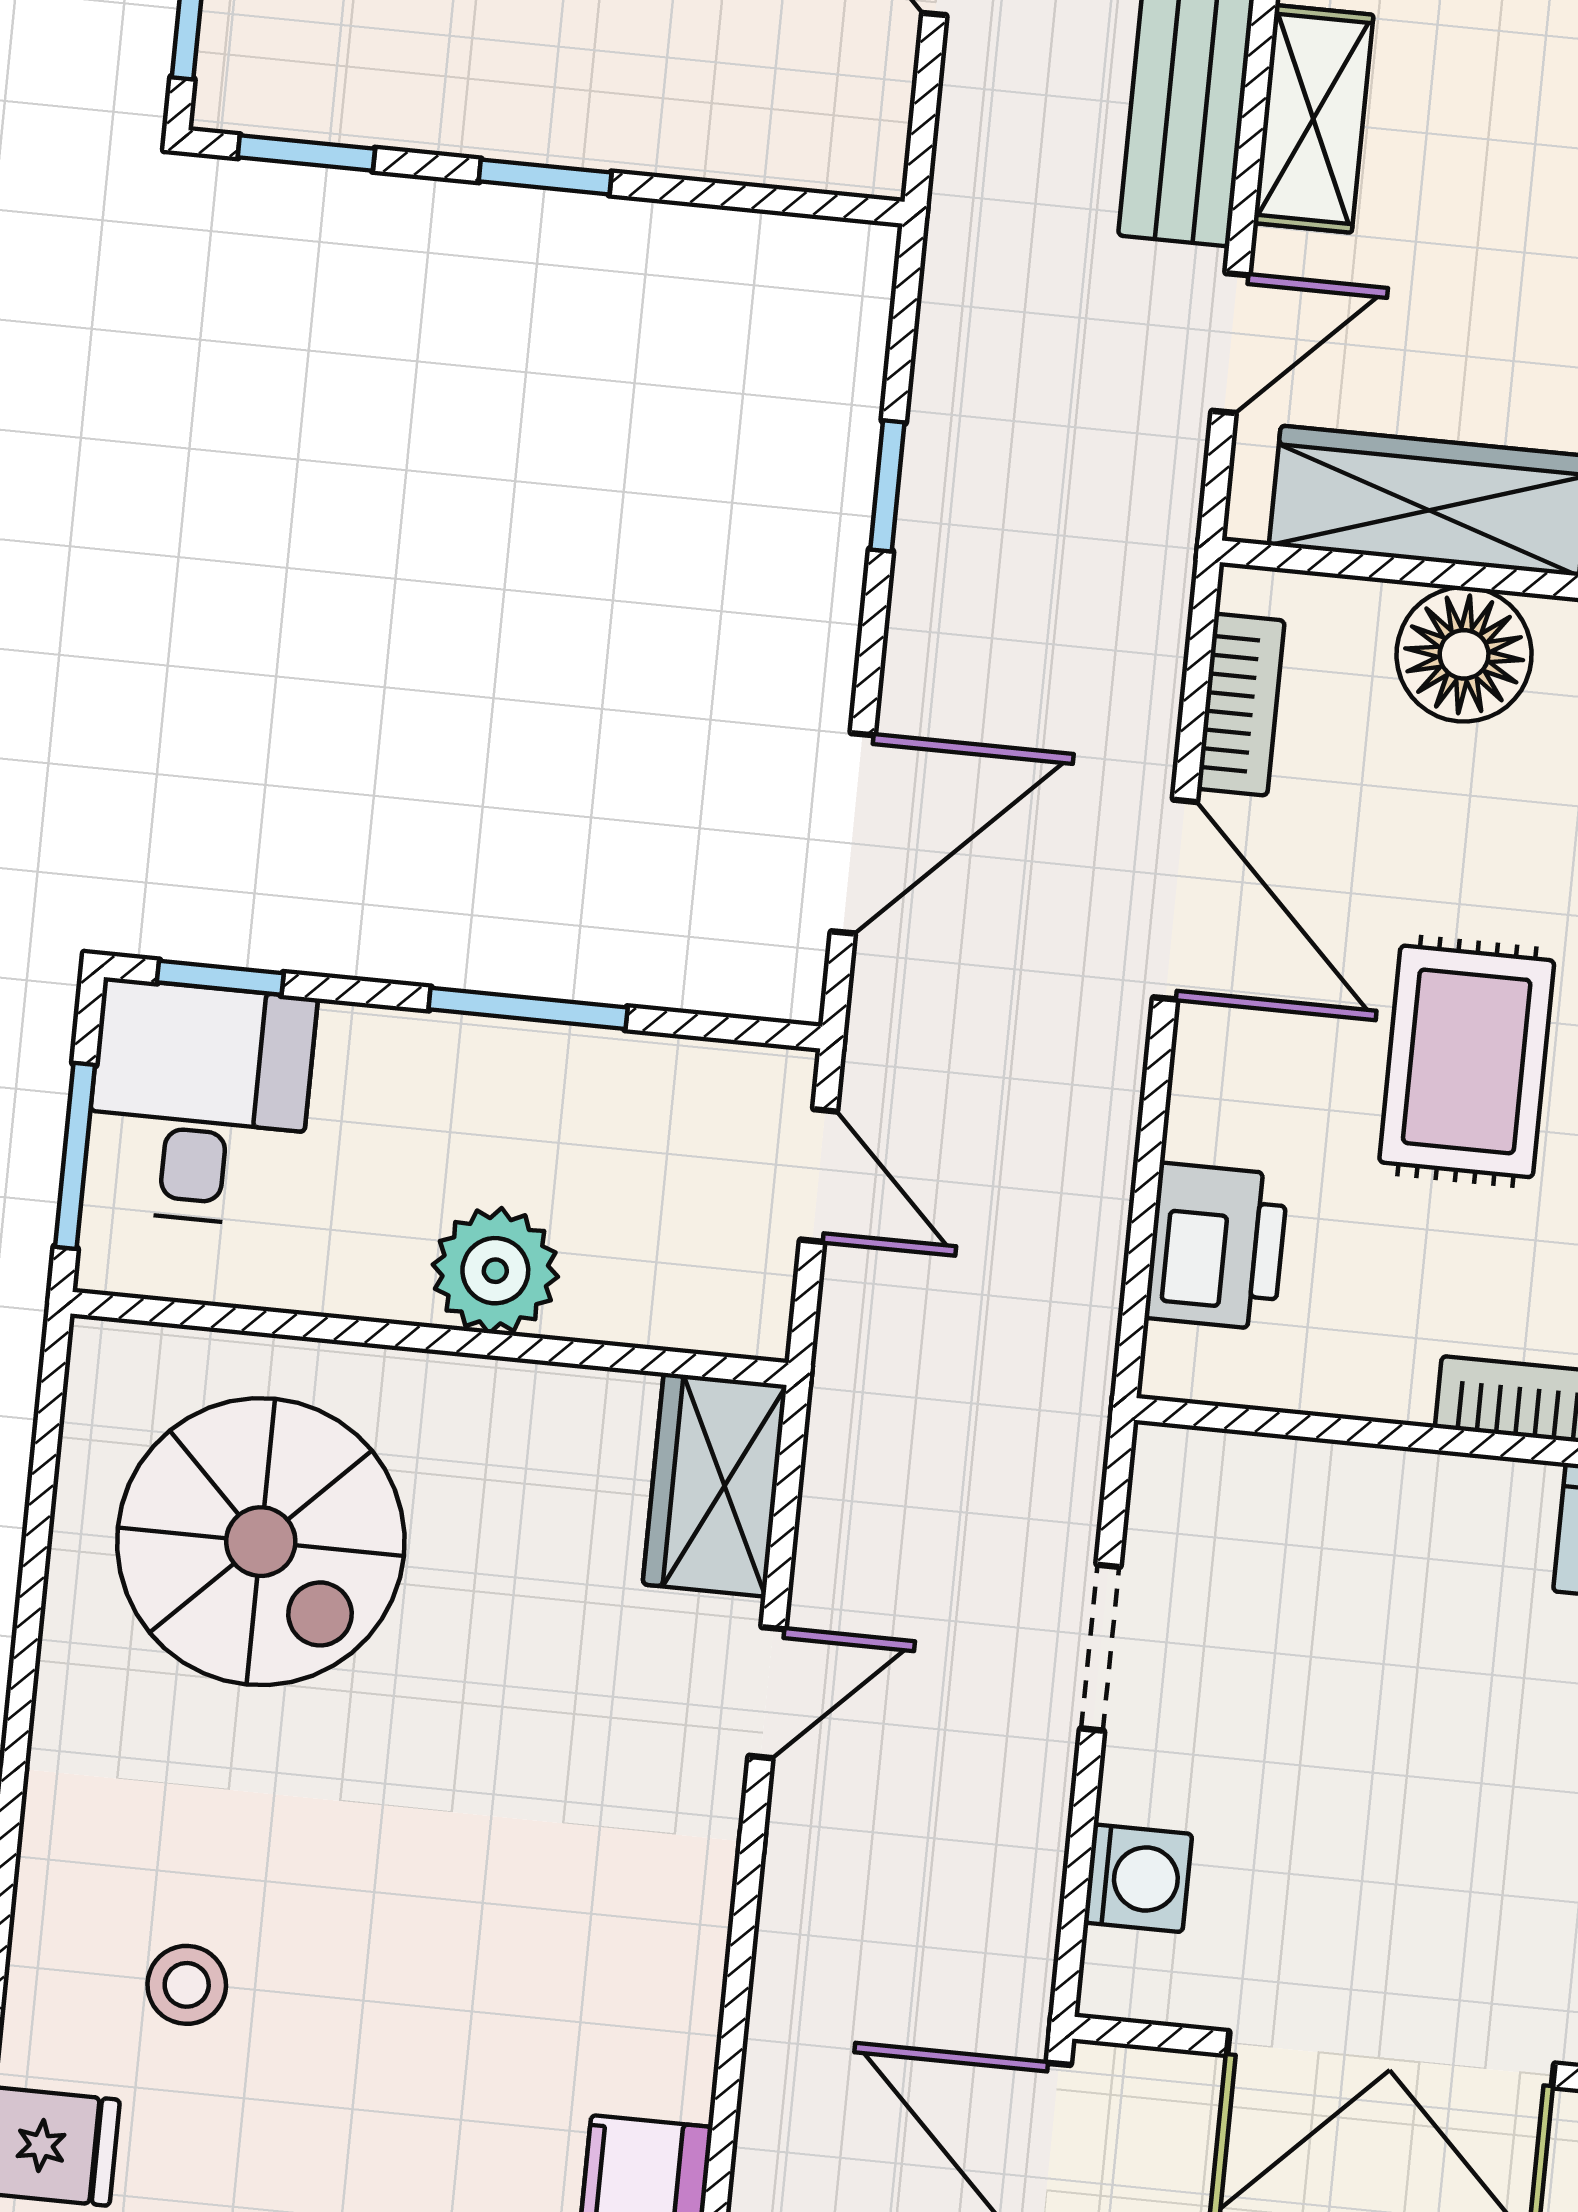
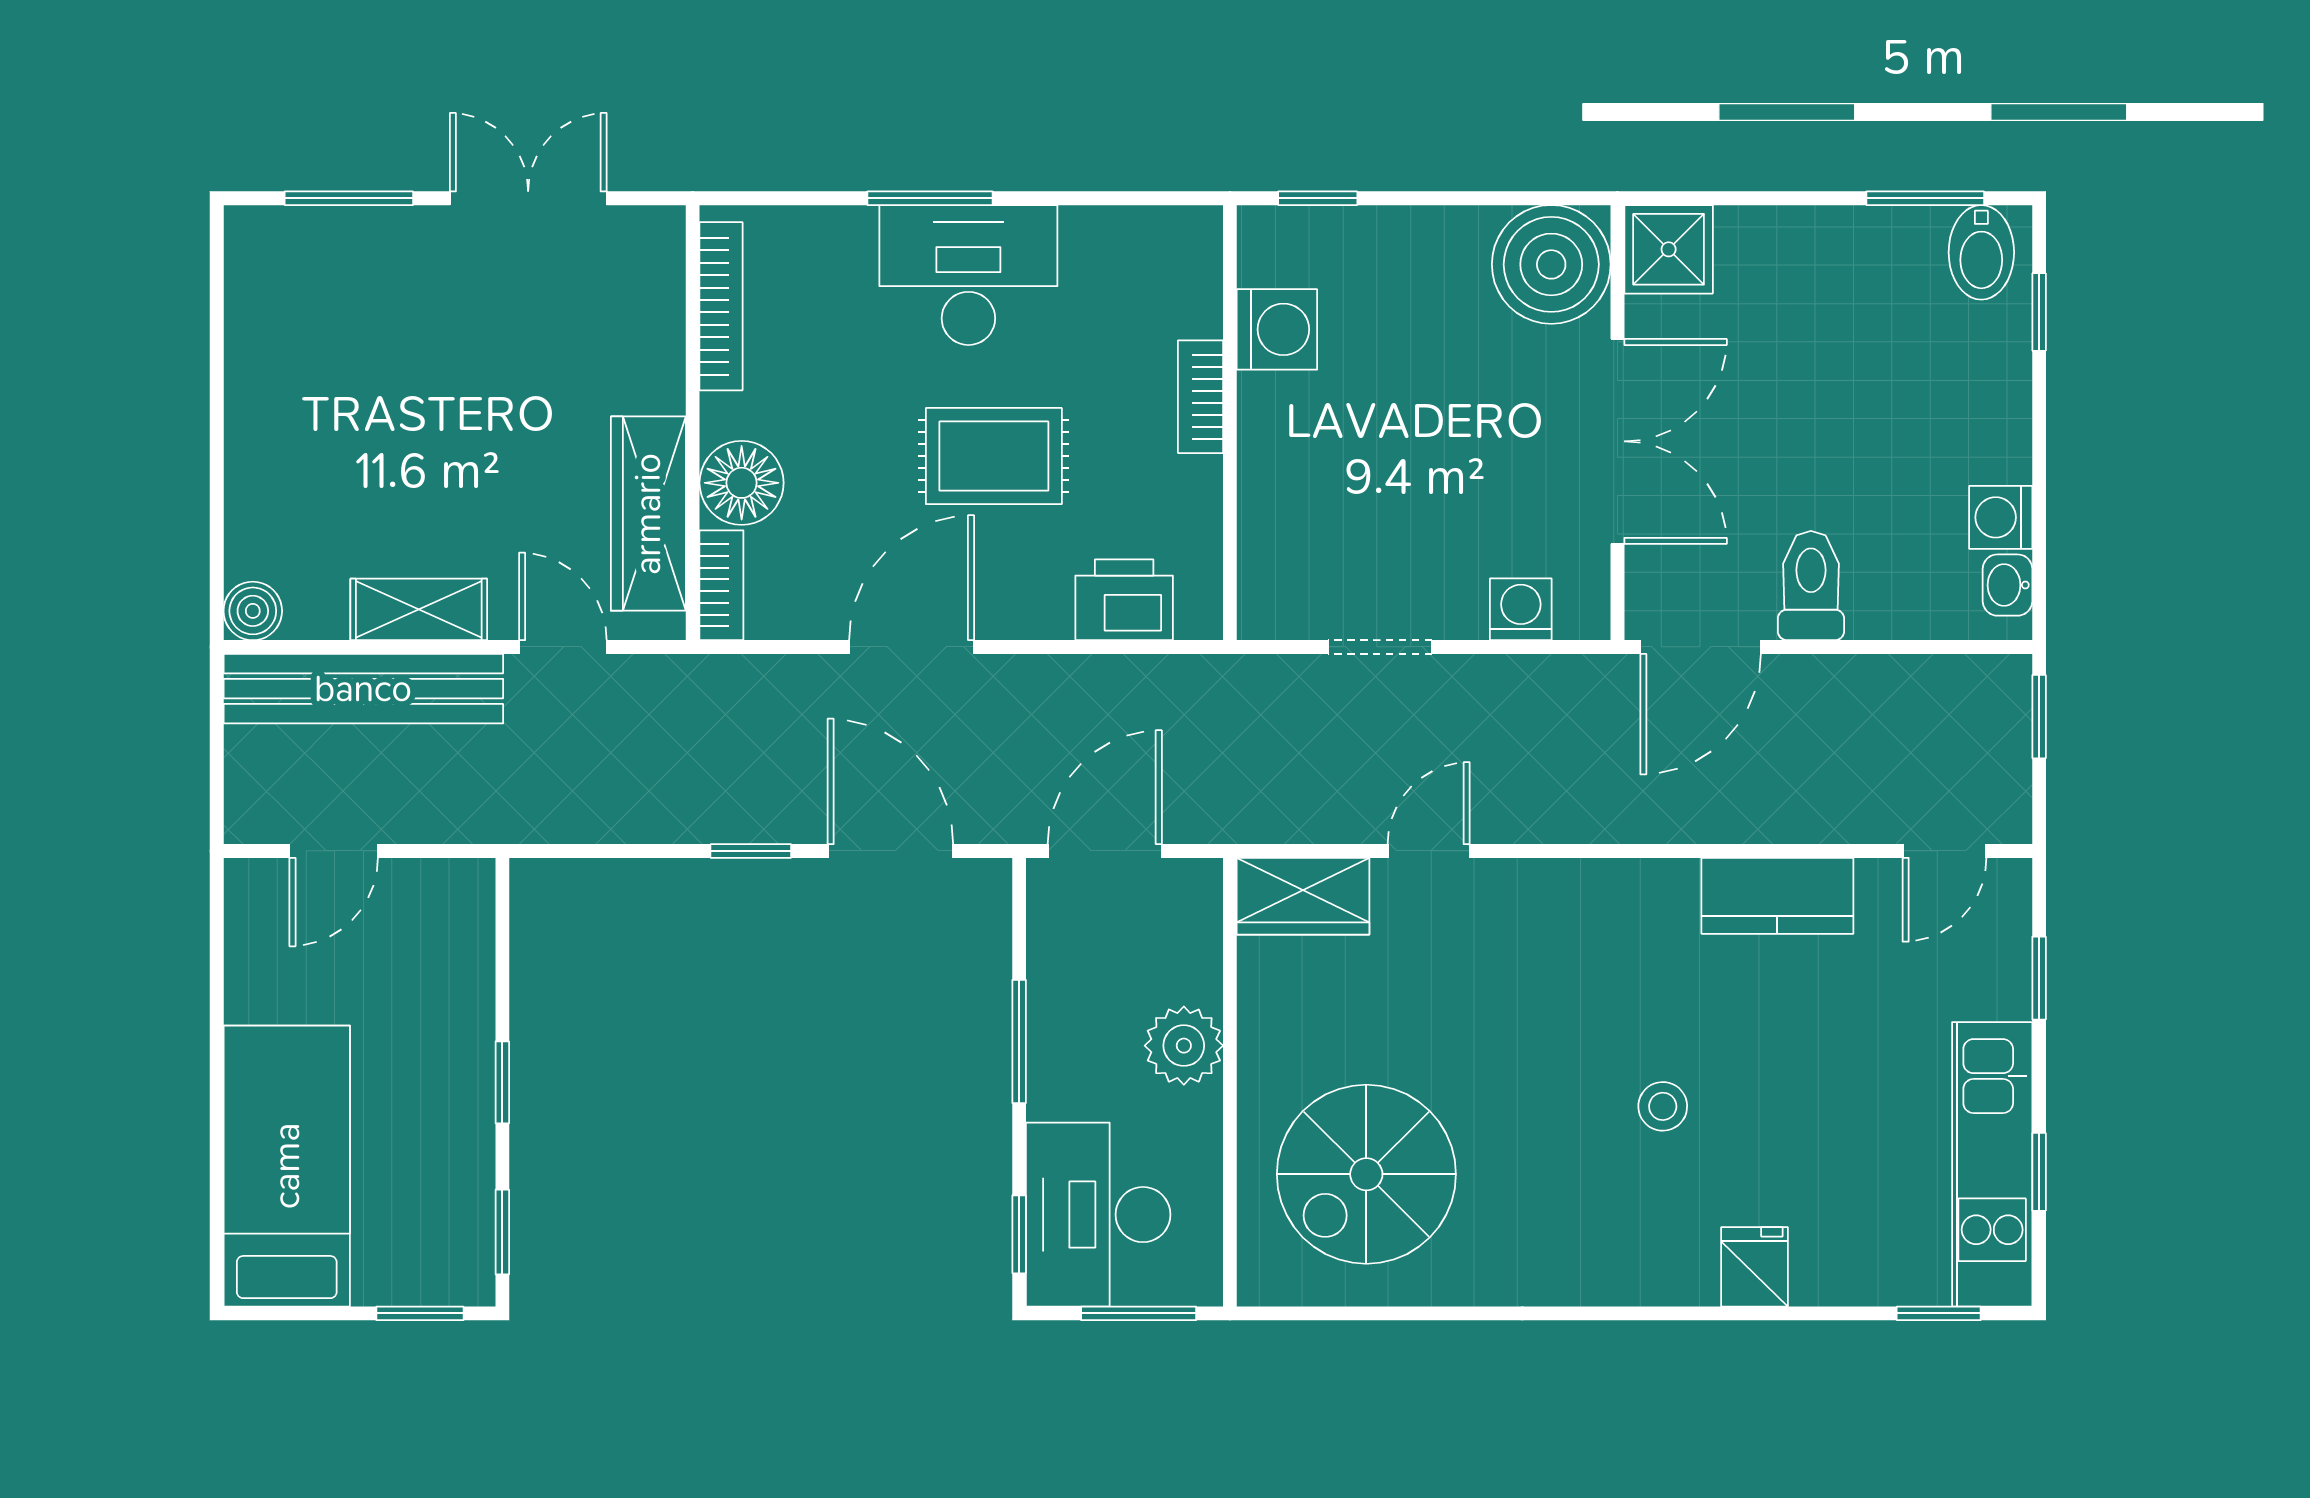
window: (887, 486) -> (751, 851), moved
bookcase: (1241, 705) -> (721, 585), moved, turned 90
desk: (199, 1103) -> (1098, 1215), width x1.37
door: (819, 1175) -> (1105, 851), width x1.38
spiral stairs: (261, 1542) -> (1366, 1174), turned 180
door: (767, 1693) -> (1429, 851), hinge flipped
stool: (187, 1985) -> (1663, 1106), moved

